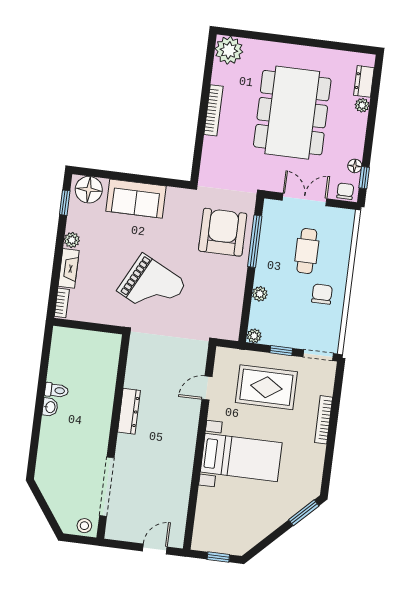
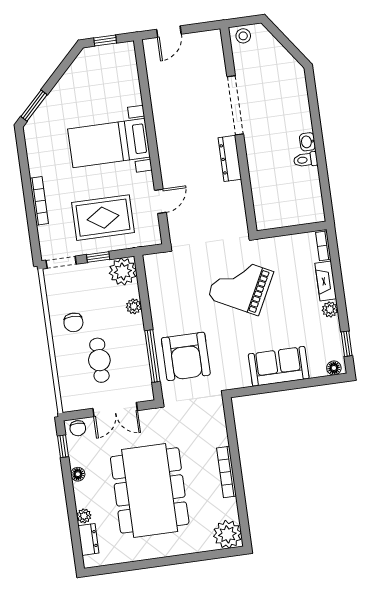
floor lamp: (355, 166) -> (78, 474), moved
floor lamp: (89, 190) -> (334, 368), width x0.53, depth x0.53
plant: (254, 336) -> (123, 271), width x1.87, depth x1.87
doorway: (107, 487) -> (235, 105), moved

